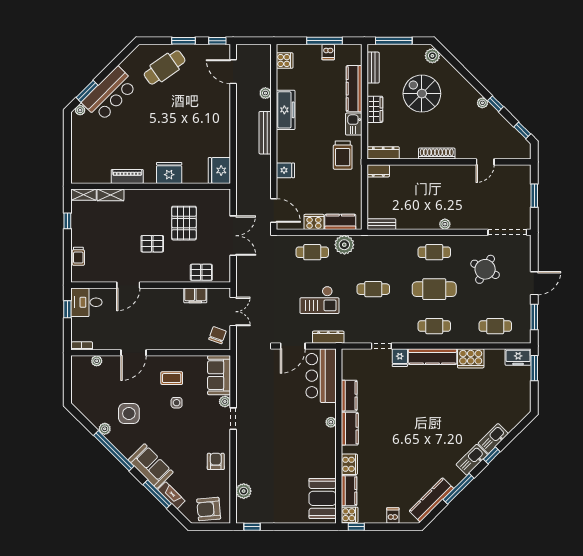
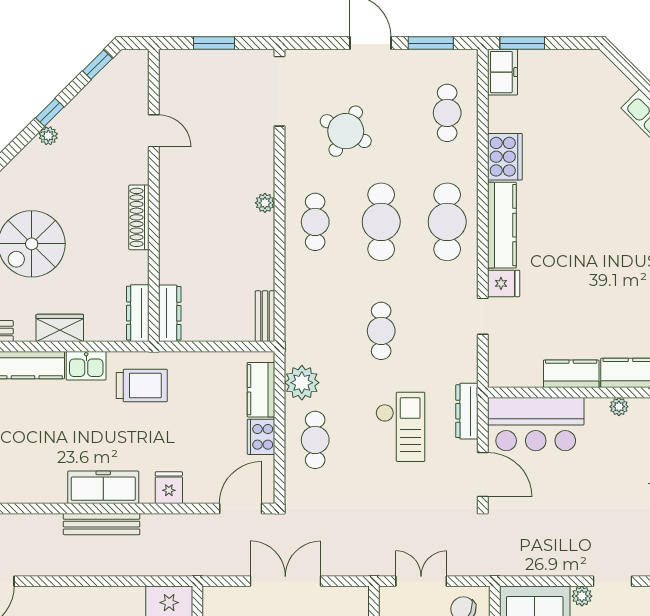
plant: (265, 93) -> (31, 523), removed
freezer: (286, 110) -> (103, 487), moved
dresser: (378, 171) -> (170, 313), width x1.44
cafe table: (434, 326) -> (447, 222), width x1.37, depth x1.35

